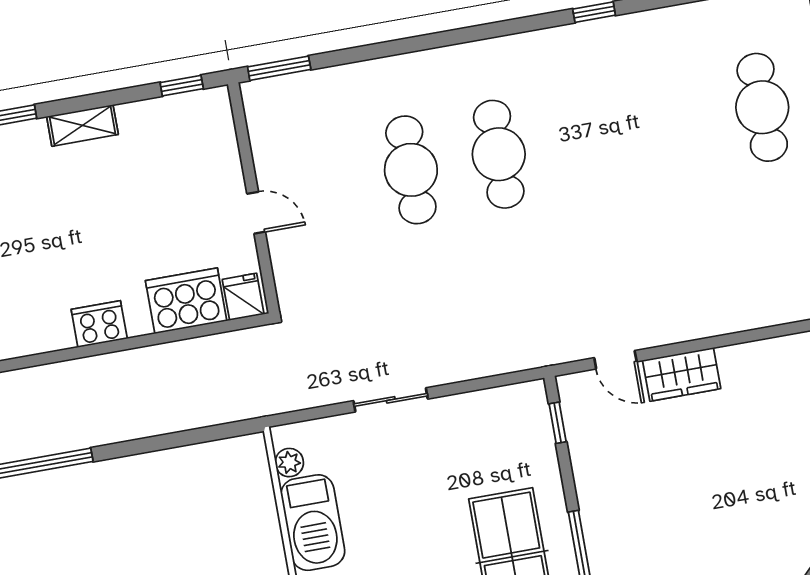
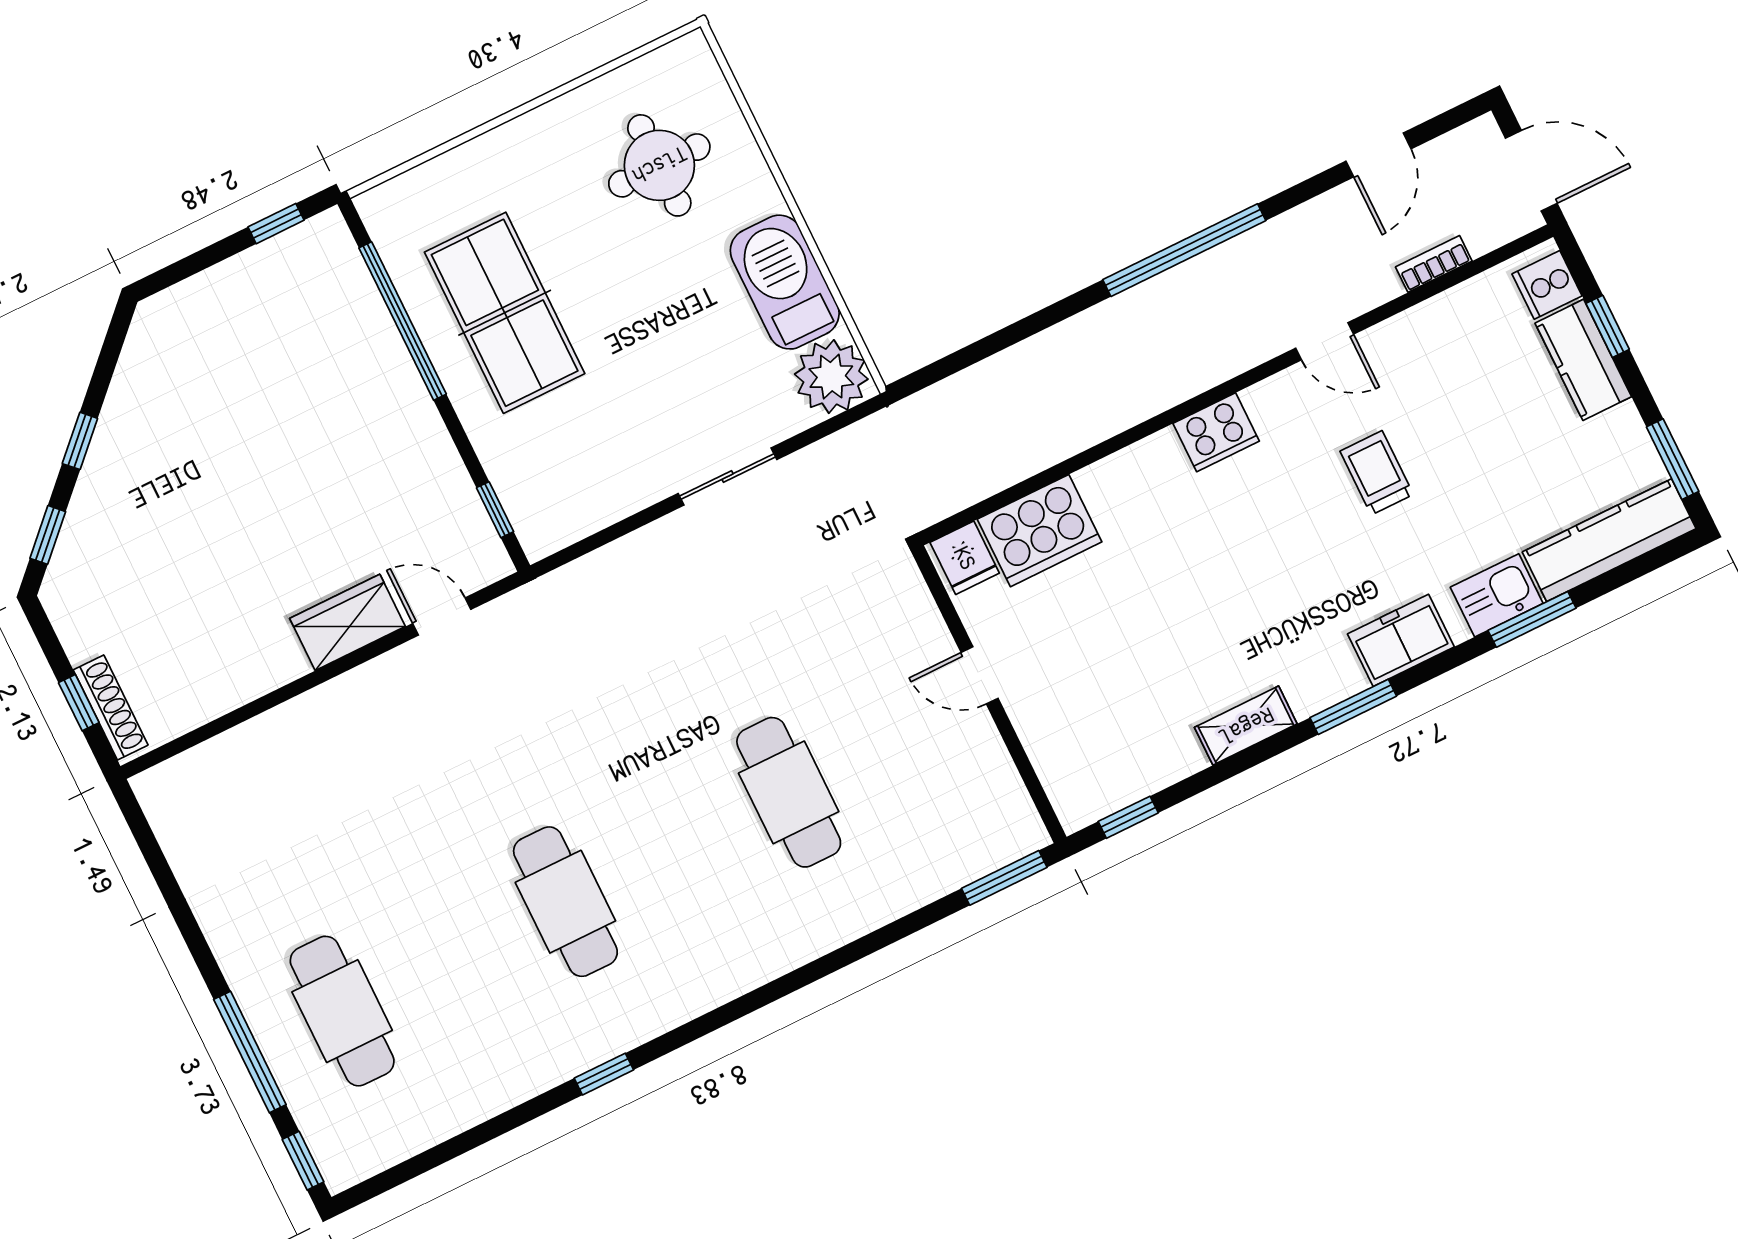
cafe table: (499, 154) -> (565, 902), moved
cooker: (99, 324) -> (1216, 432), moved
plant: (289, 463) -> (831, 377), width x1.88, depth x1.88

